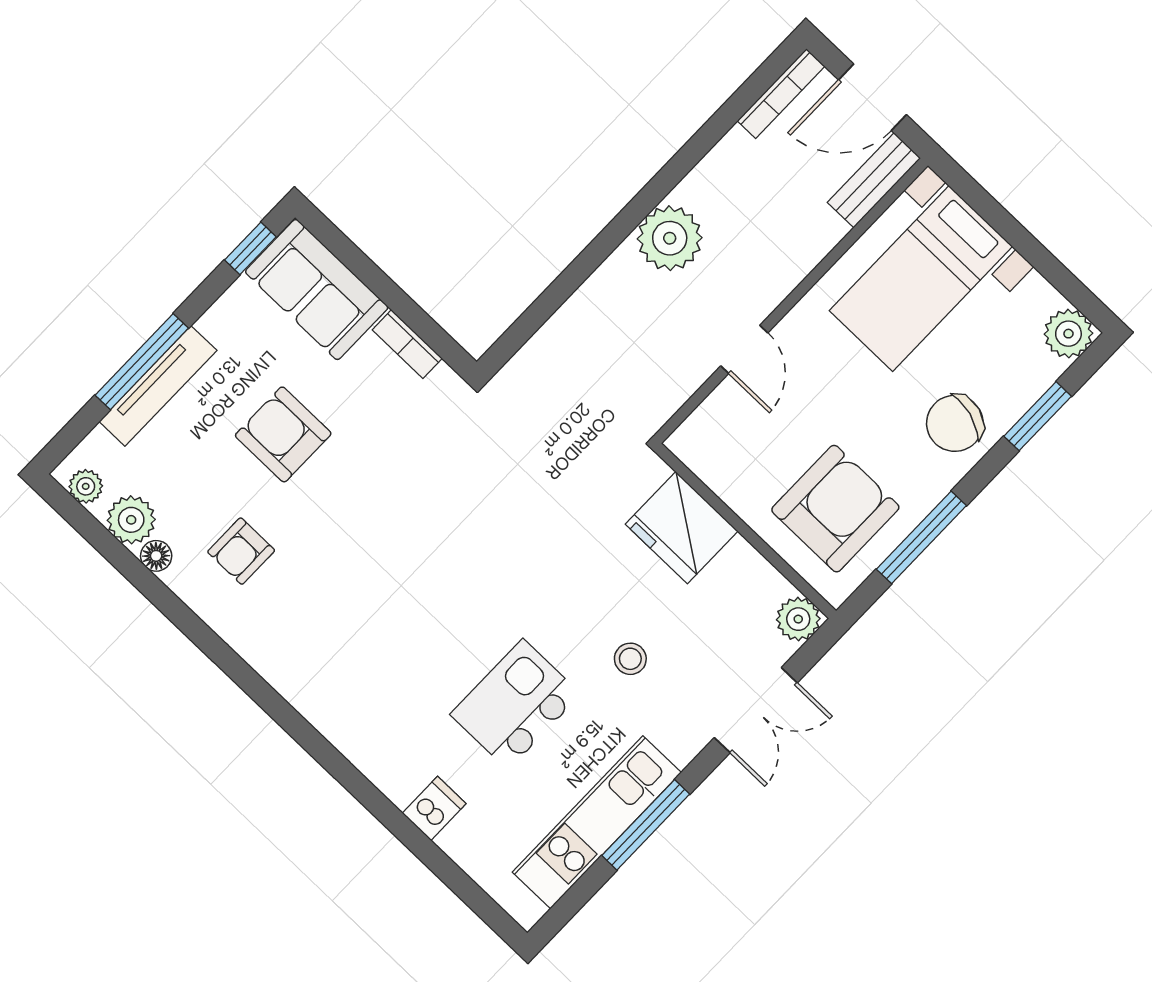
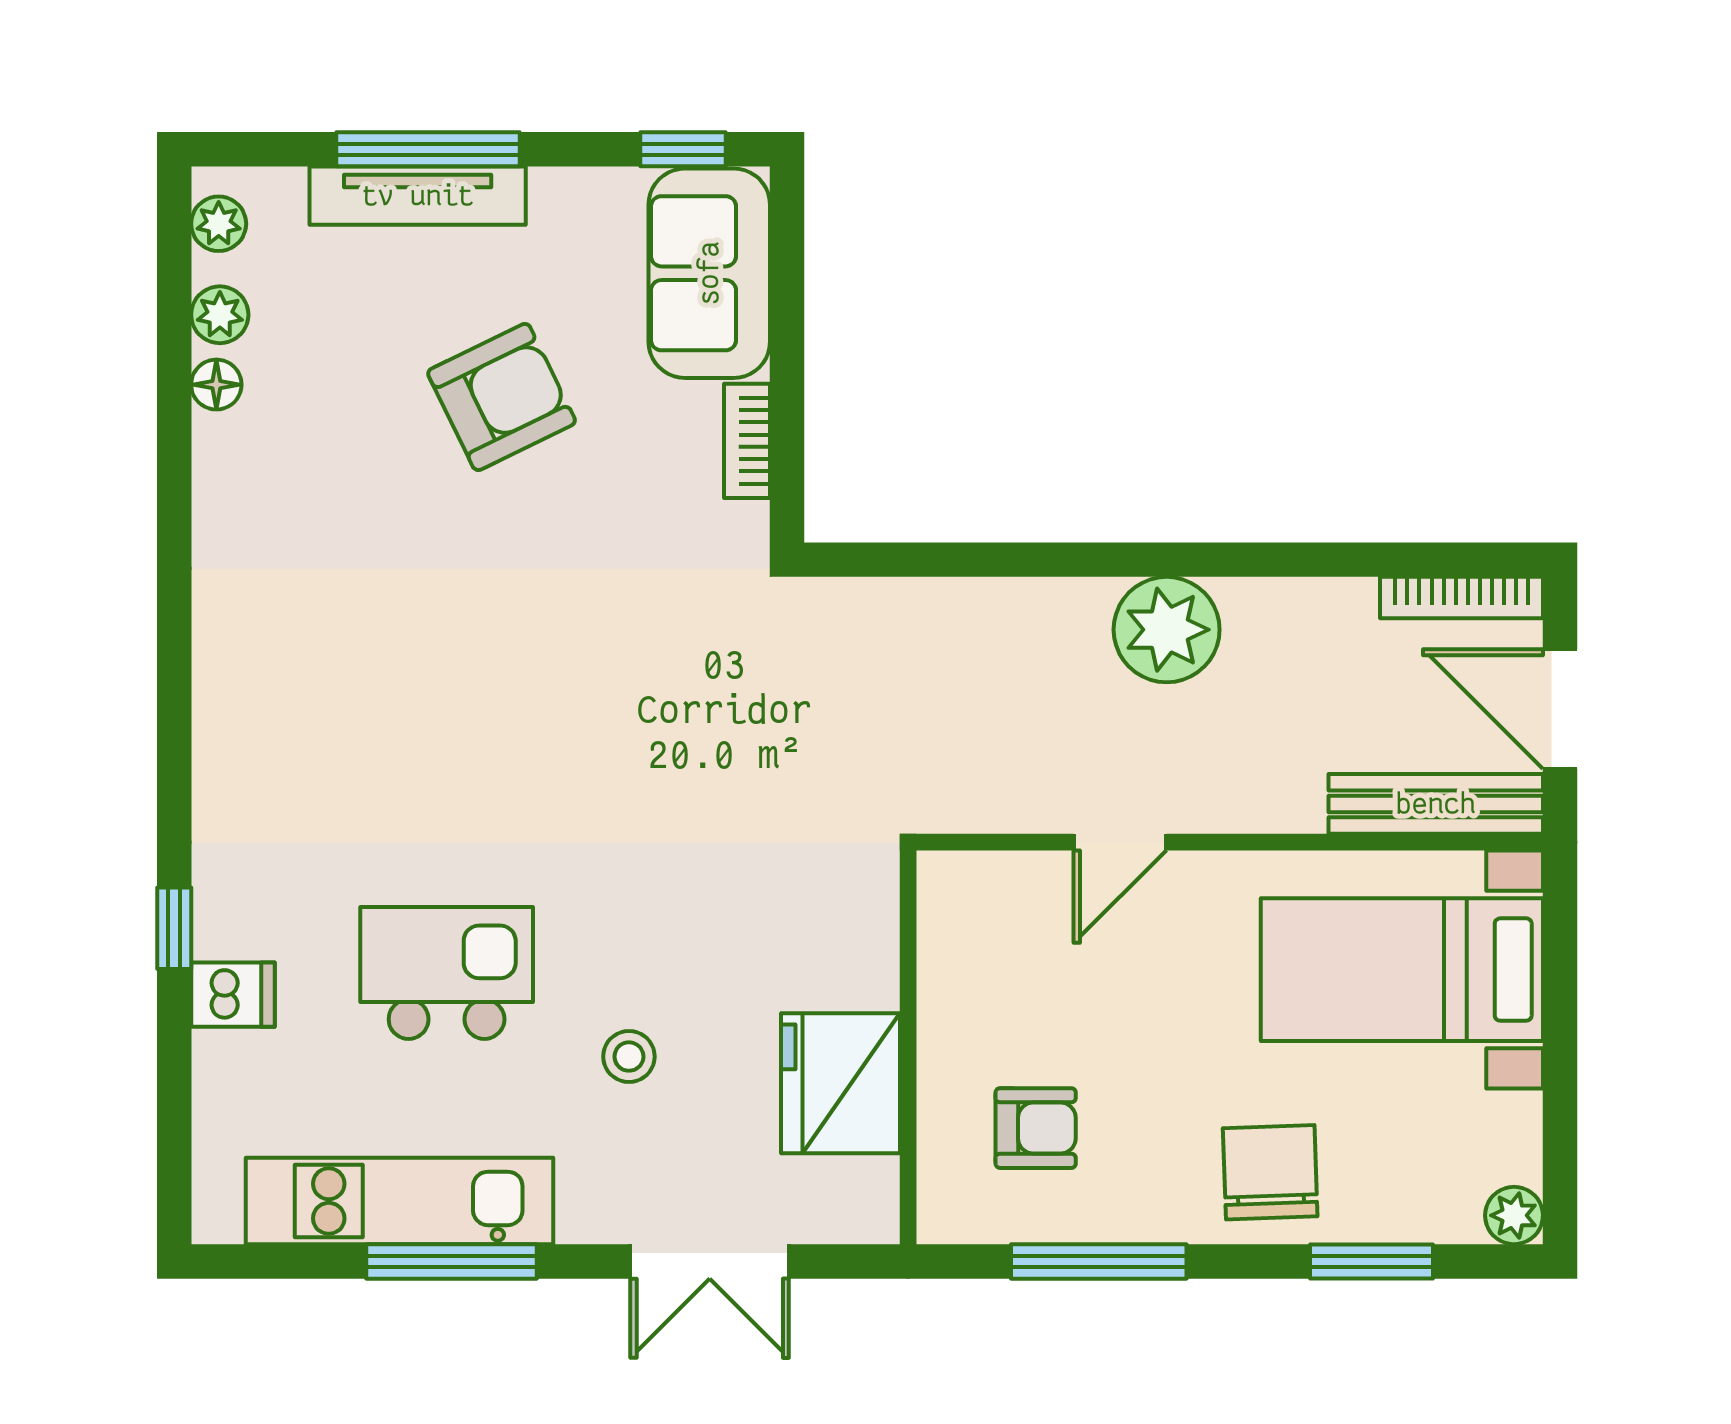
bench: (874, 180) -> (1436, 804), width x1.36
plant: (1068, 334) -> (1514, 1215), width x0.73, depth x0.73
chair: (955, 423) -> (1270, 1172), turned 72
armchair: (283, 434) -> (502, 397), turned 64
armchair: (835, 509) -> (1036, 1128), width x0.53, depth x0.53
plant: (131, 520) -> (220, 315), width x0.73, depth x0.73
fridge: (682, 528) -> (840, 1083), moved
armchair: (241, 551) -> (318, 479), removed
plant: (798, 619) -> (864, 1209), removed
window: (380, 806) -> (174, 928), added

